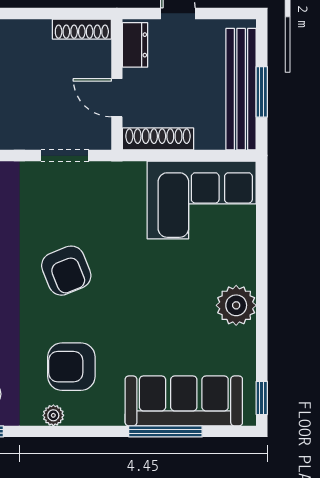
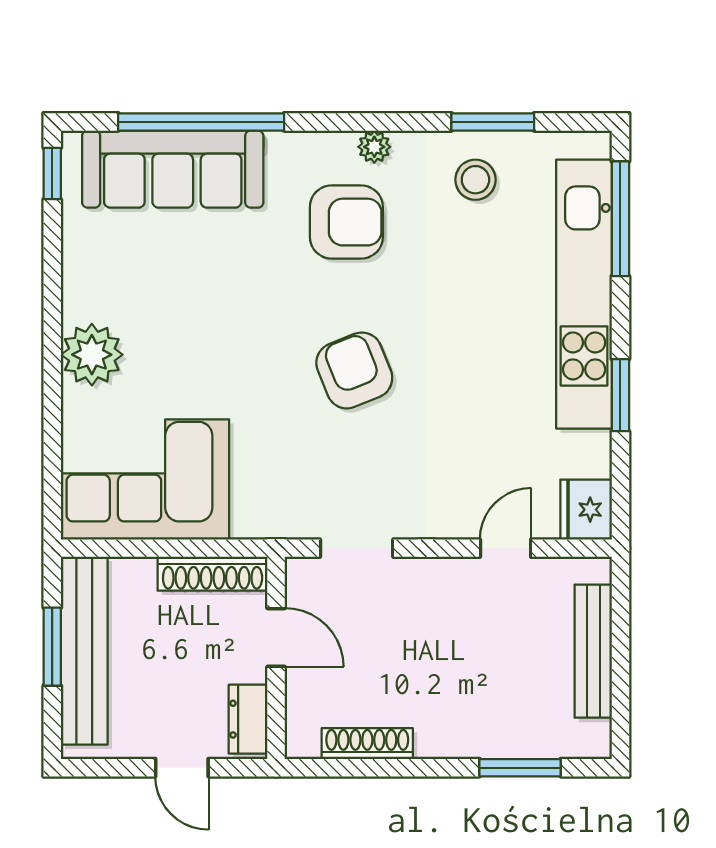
shoe rack: (82, 29) -> (367, 744), moved
plant: (236, 305) -> (92, 355), moved
window: (165, 431) -> (201, 122), width x1.46

